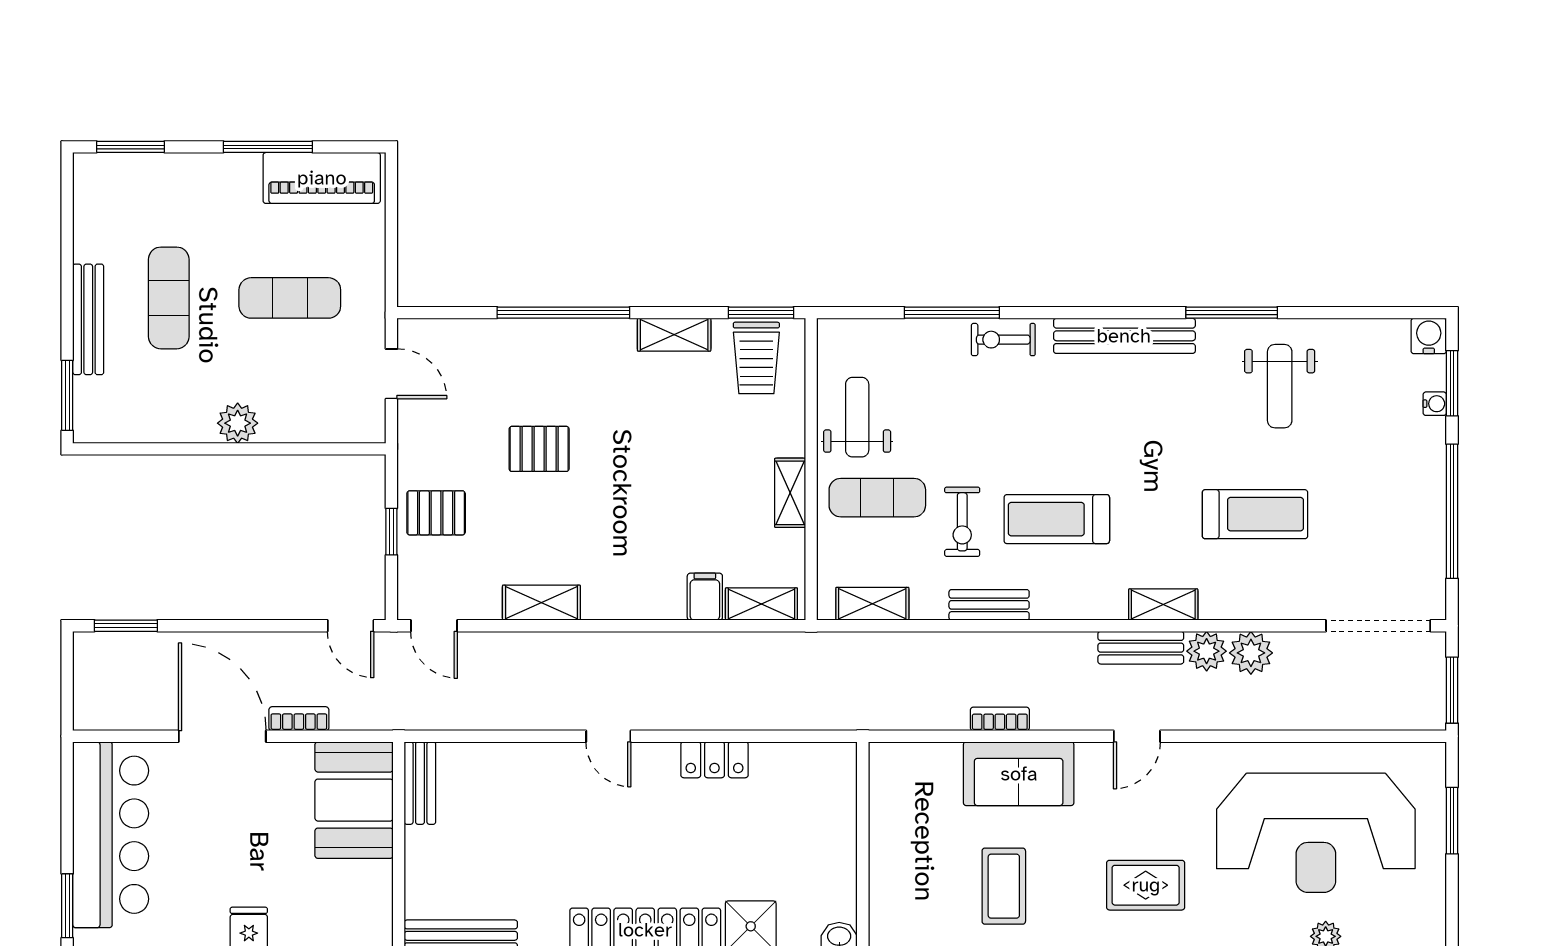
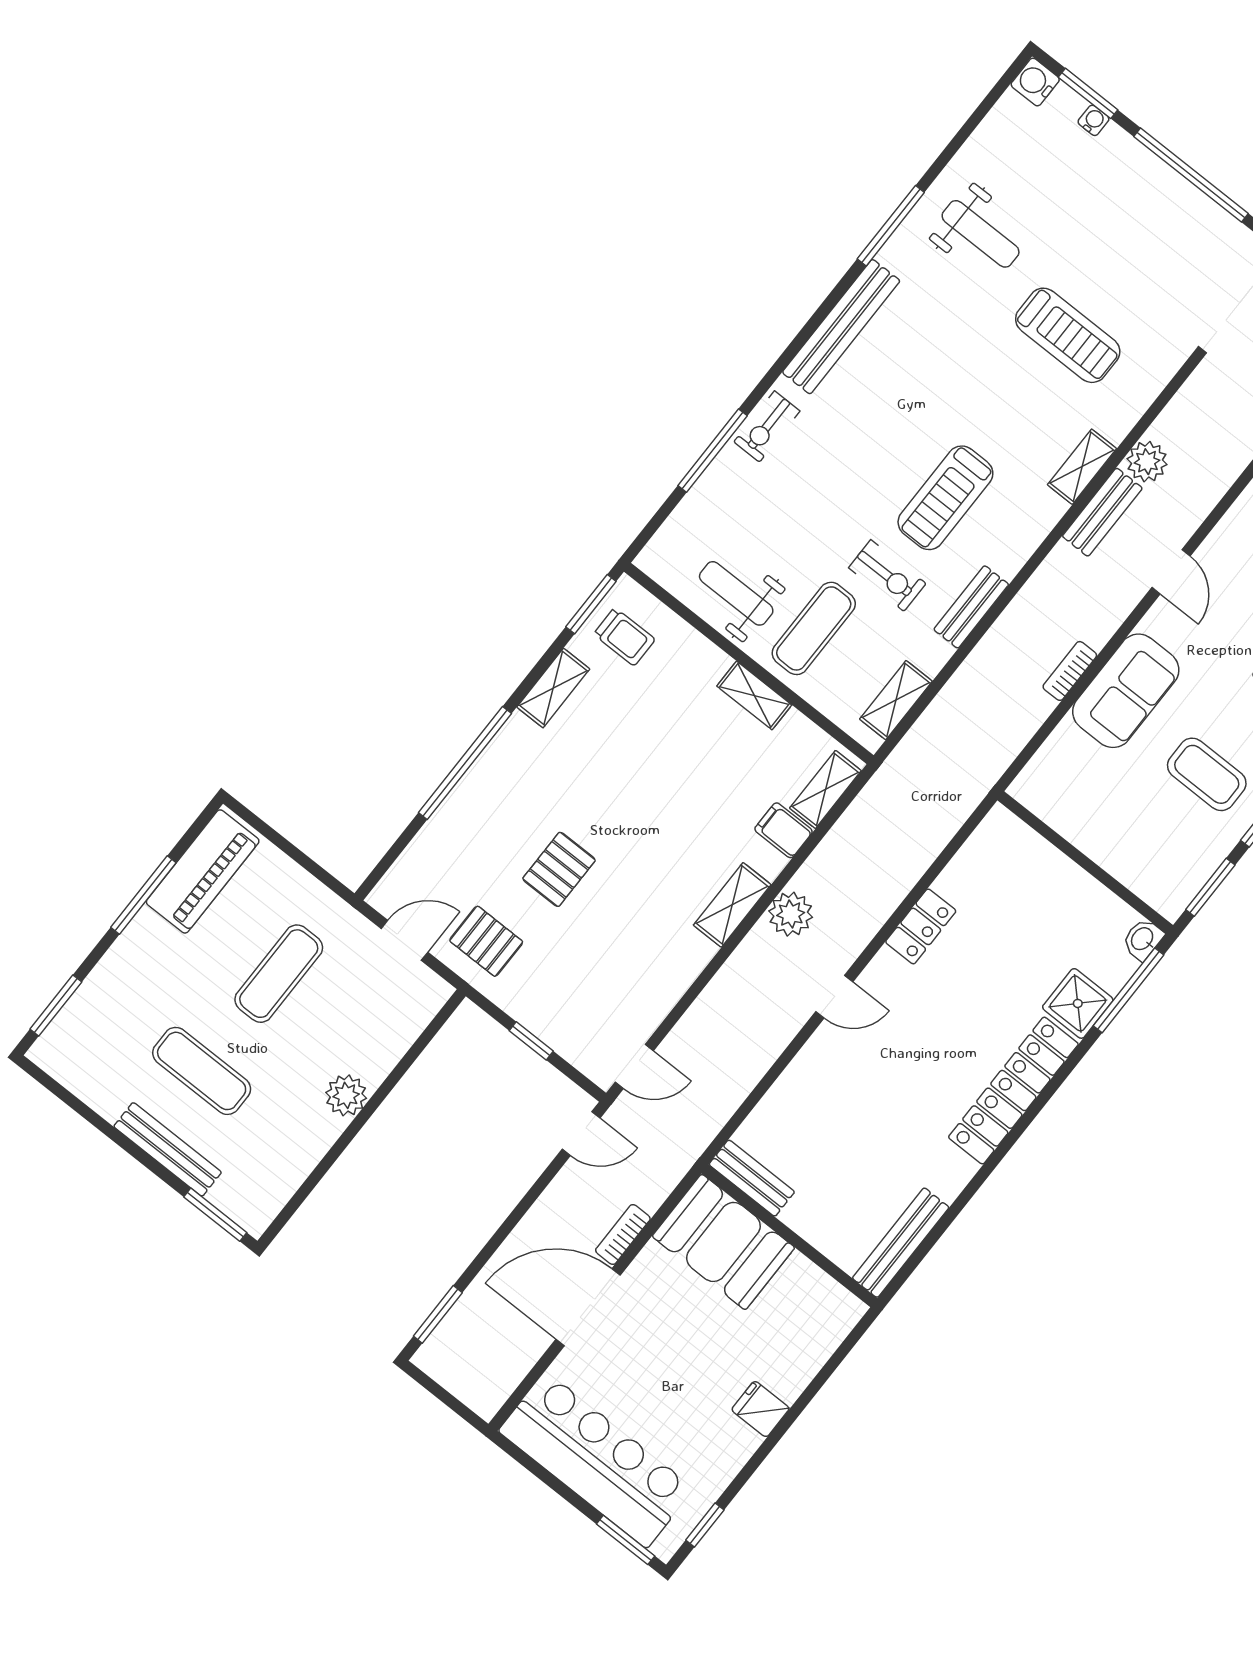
trolley: (756, 358) -> (624, 637), width x0.73, depth x0.72
pallet: (436, 513) -> (486, 941), moved, turned 90
treadmill: (1255, 514) -> (1068, 335), turned 90
shelving: (541, 603) -> (732, 905), moved
plant: (1251, 653) -> (791, 914), moved

